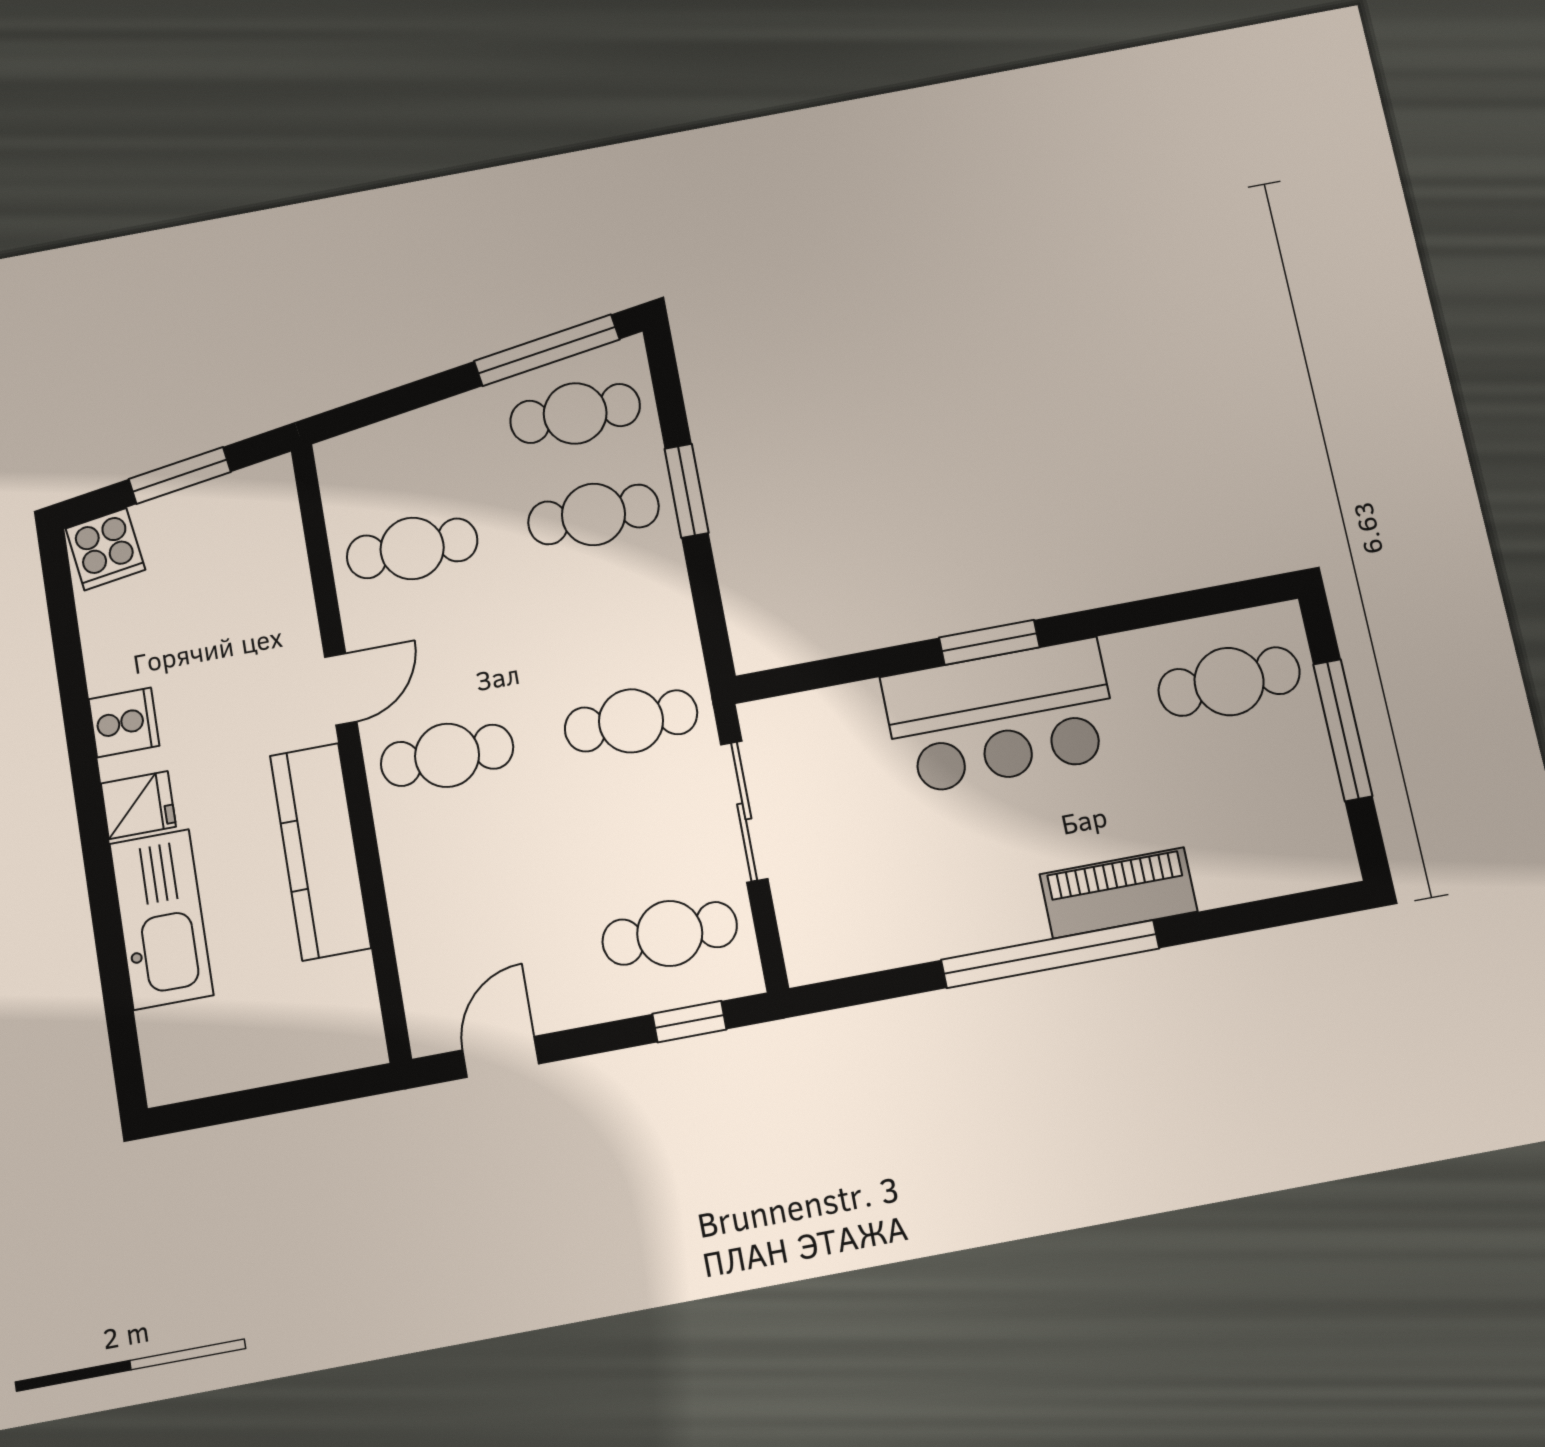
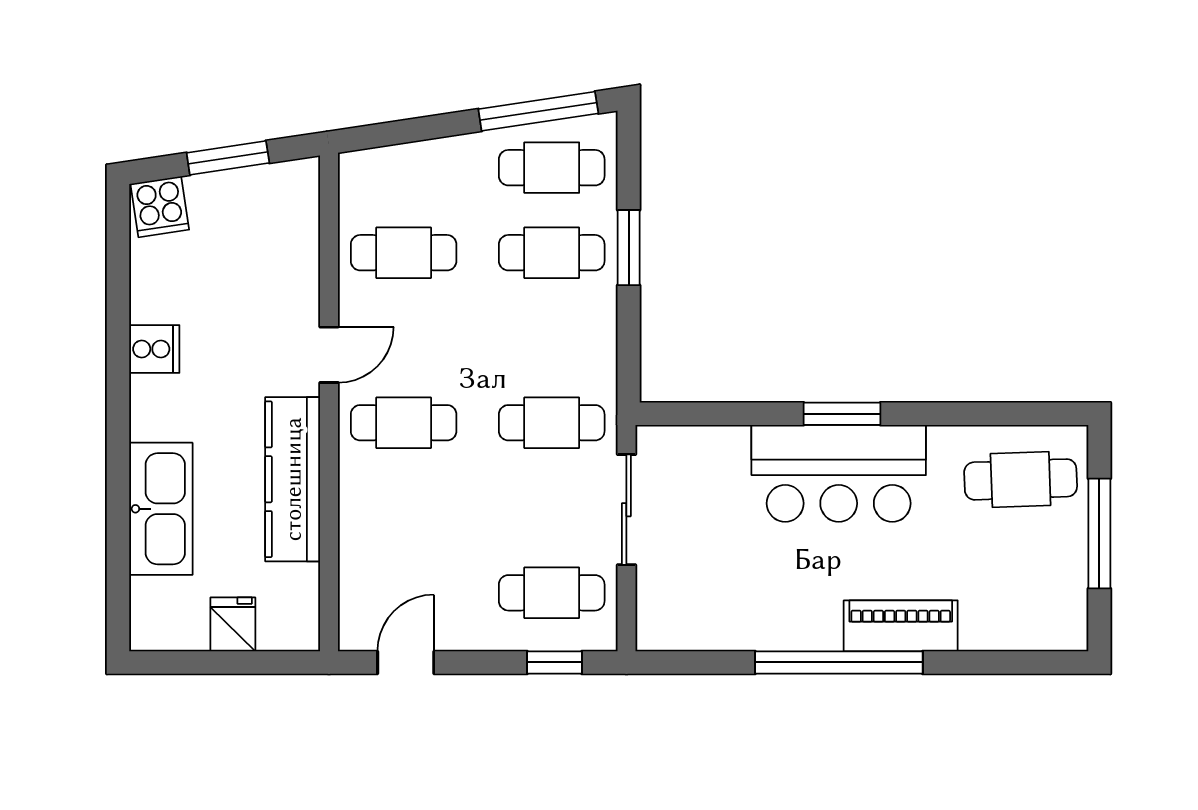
fridge: (138, 805) -> (233, 624), moved, turned -90

